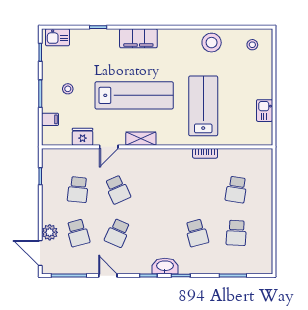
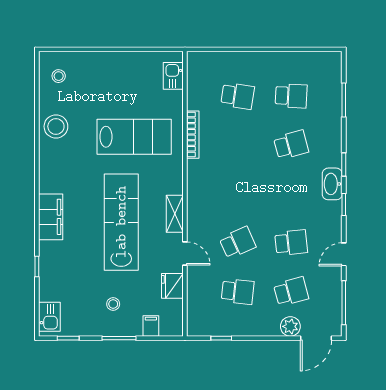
lab bench: (203, 106) -> (134, 137), turned 180
kitchen sink: (265, 111) -> (173, 76), moved, turned 90
bookcase: (205, 153) -> (193, 135), width x1.56
school desk: (118, 233) -> (291, 243), turned -30

